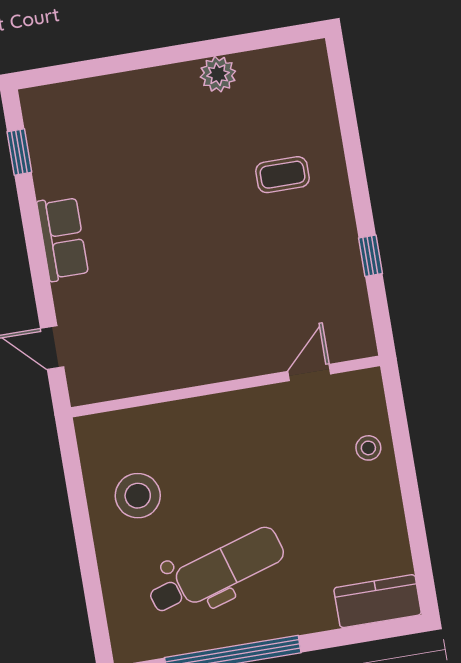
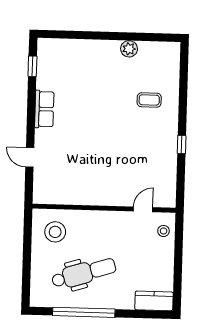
door: (309, 373) -> (143, 209), moved
wall: (225, 387) -> (104, 208), moved

